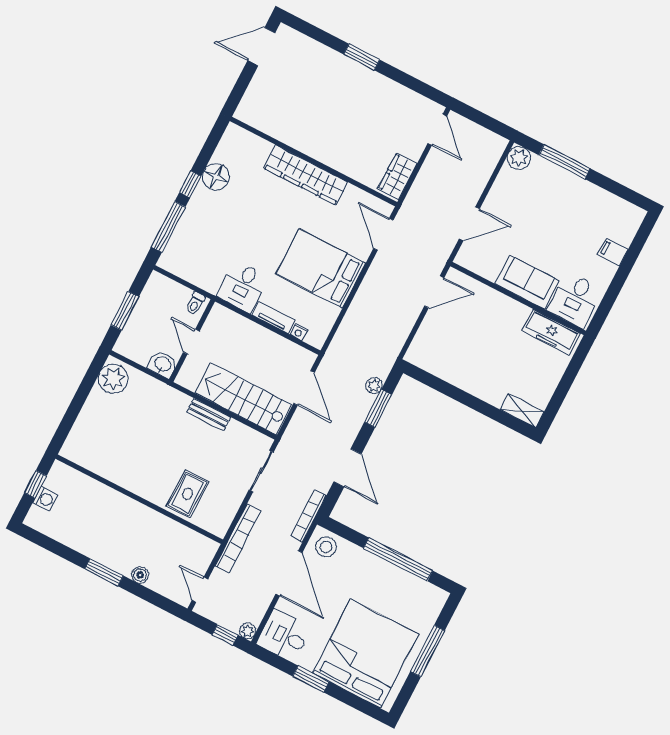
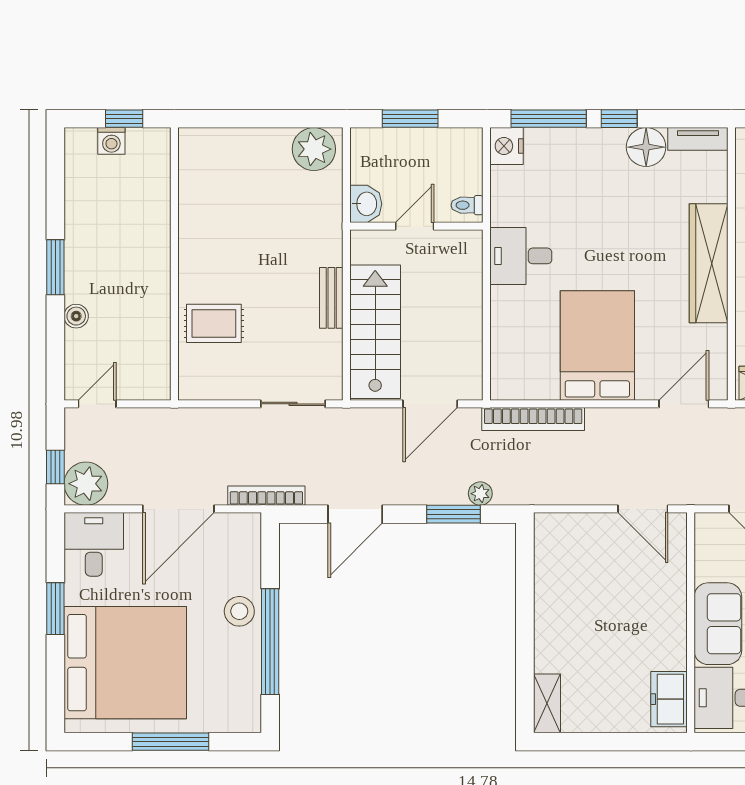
tv unit: (274, 318) -> (698, 139), moved, turned 90
nightstand: (299, 332) -> (507, 146), moved, width x1.89, depth x1.79
freezer: (551, 332) -> (669, 699), width x0.71
bookcase: (238, 538) -> (533, 419), moved
stool: (326, 547) -> (239, 611), moved
plant: (248, 631) -> (86, 484), width x1.87, depth x1.87

